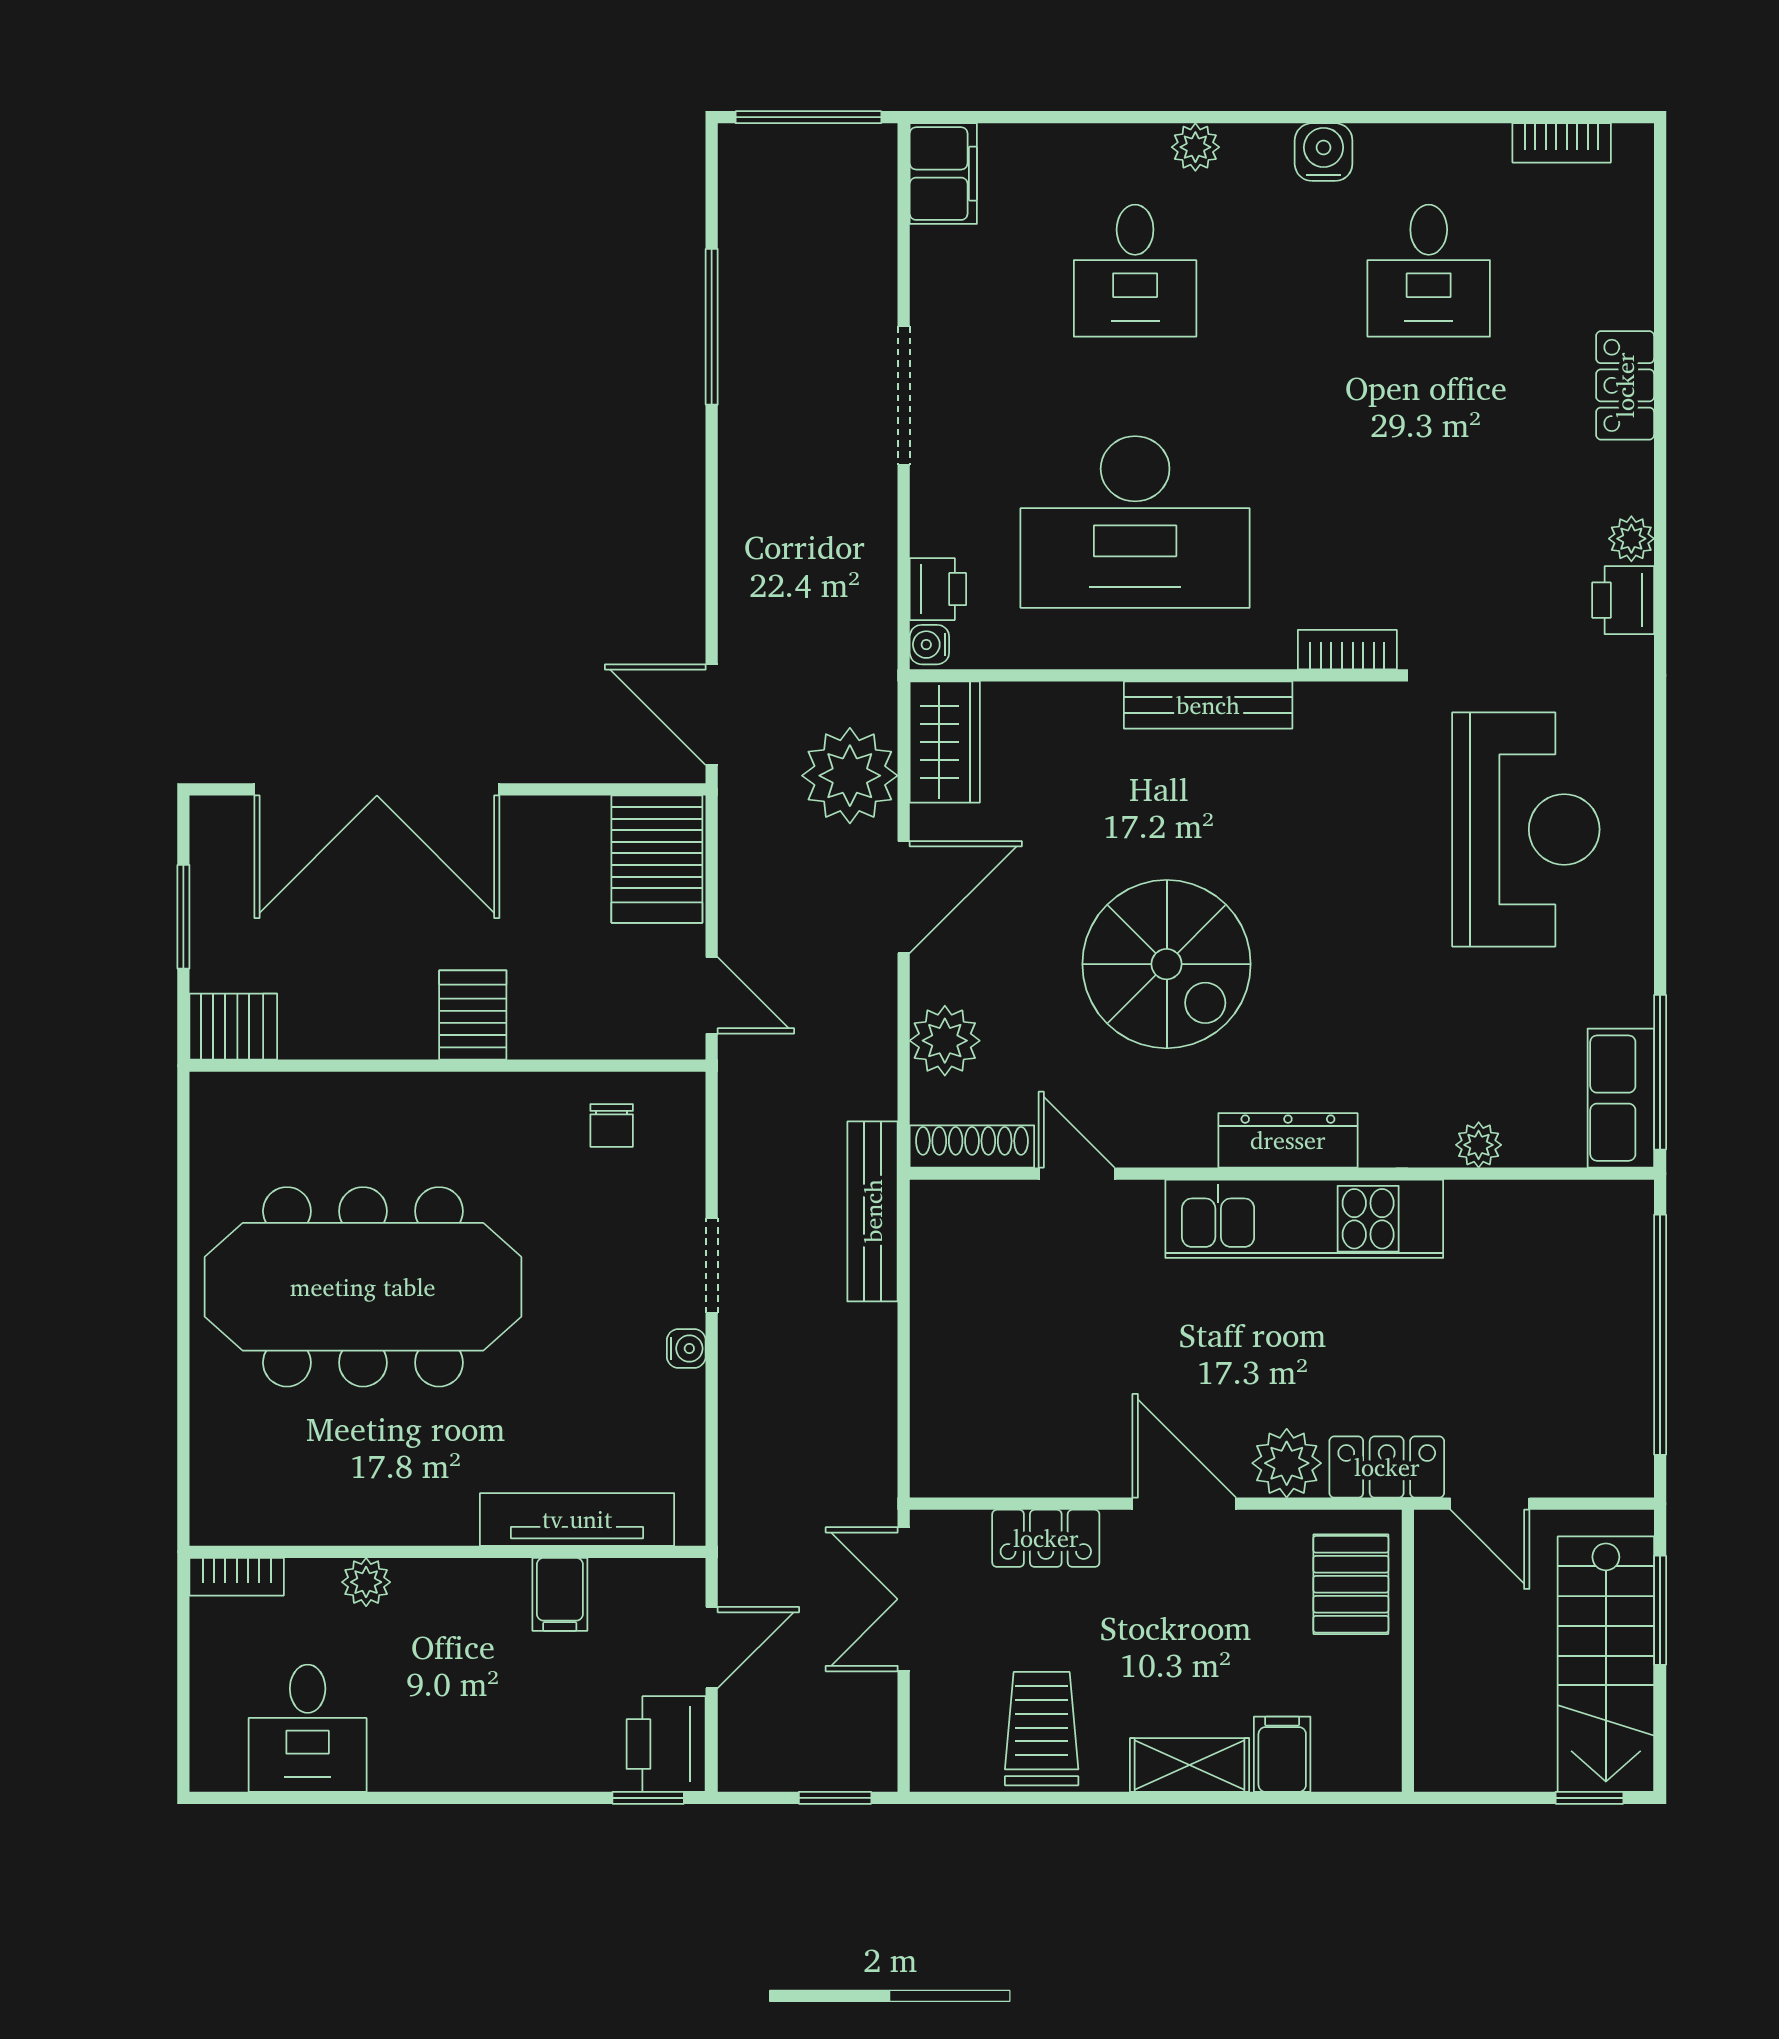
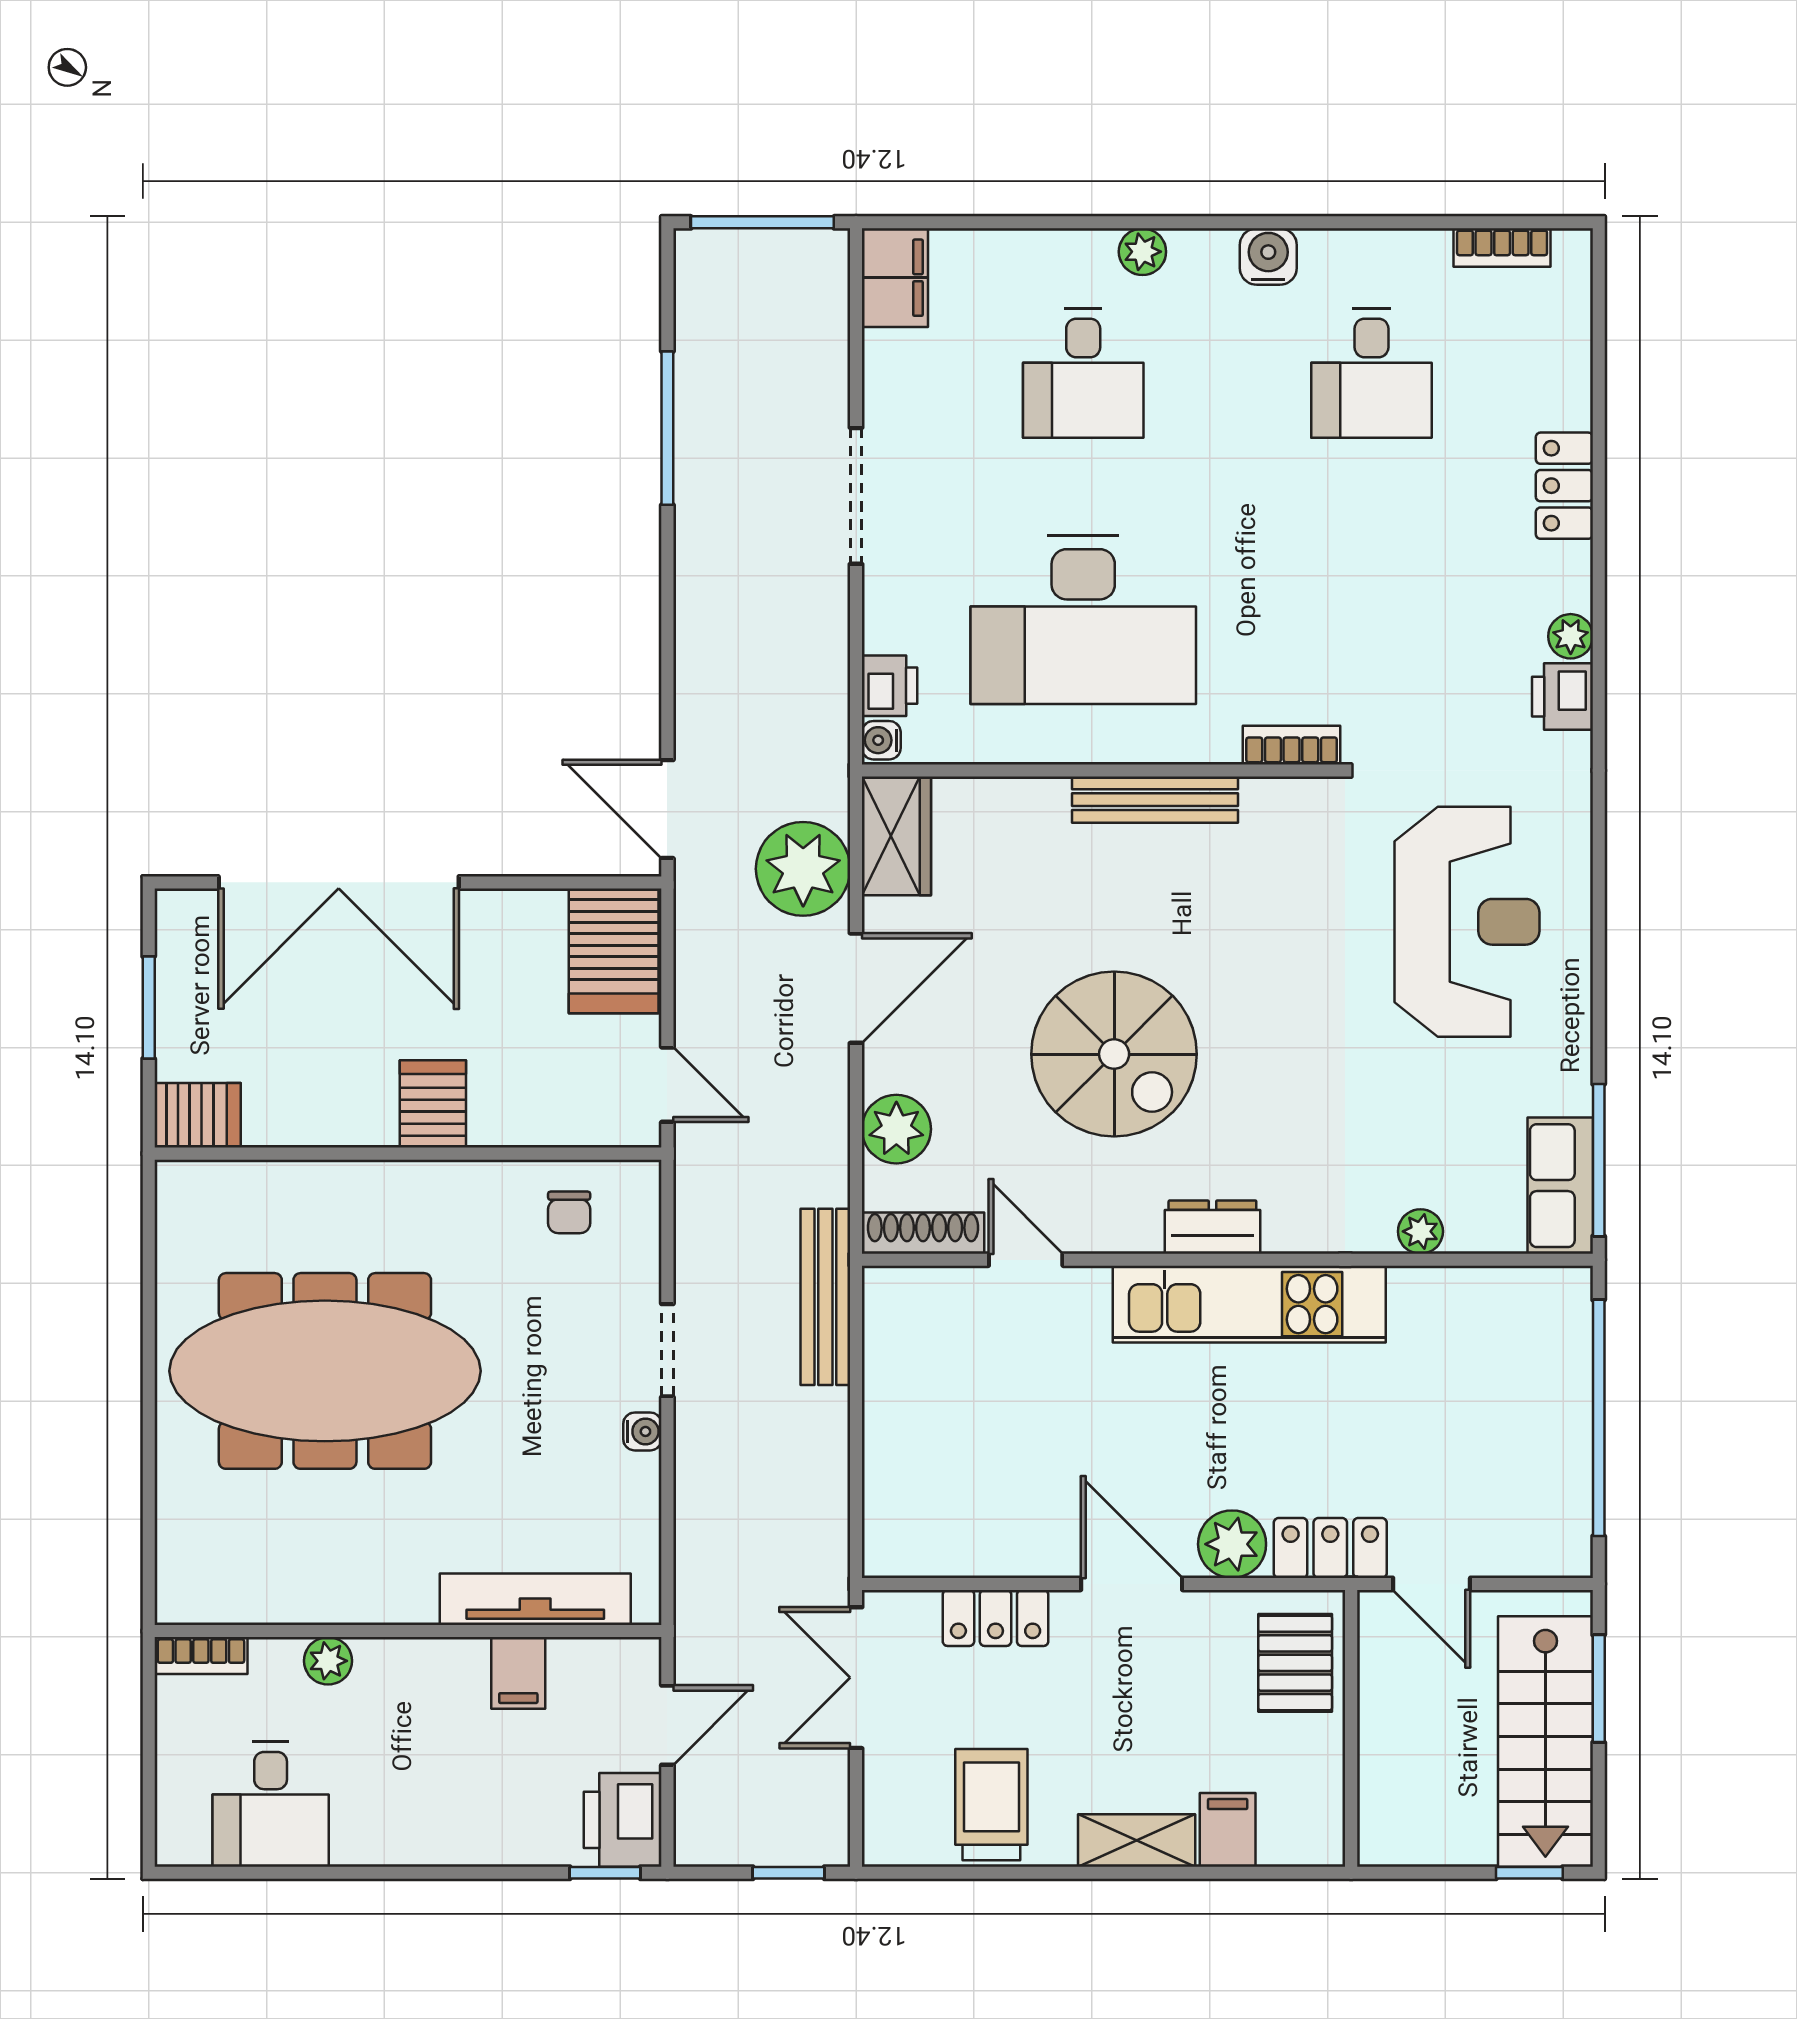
dresser: (1288, 1140) -> (1212, 1227), width x0.70

